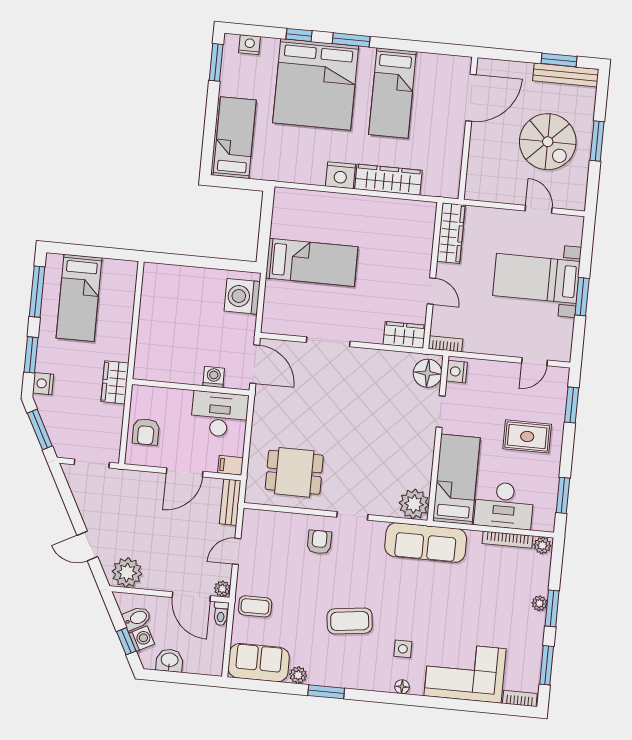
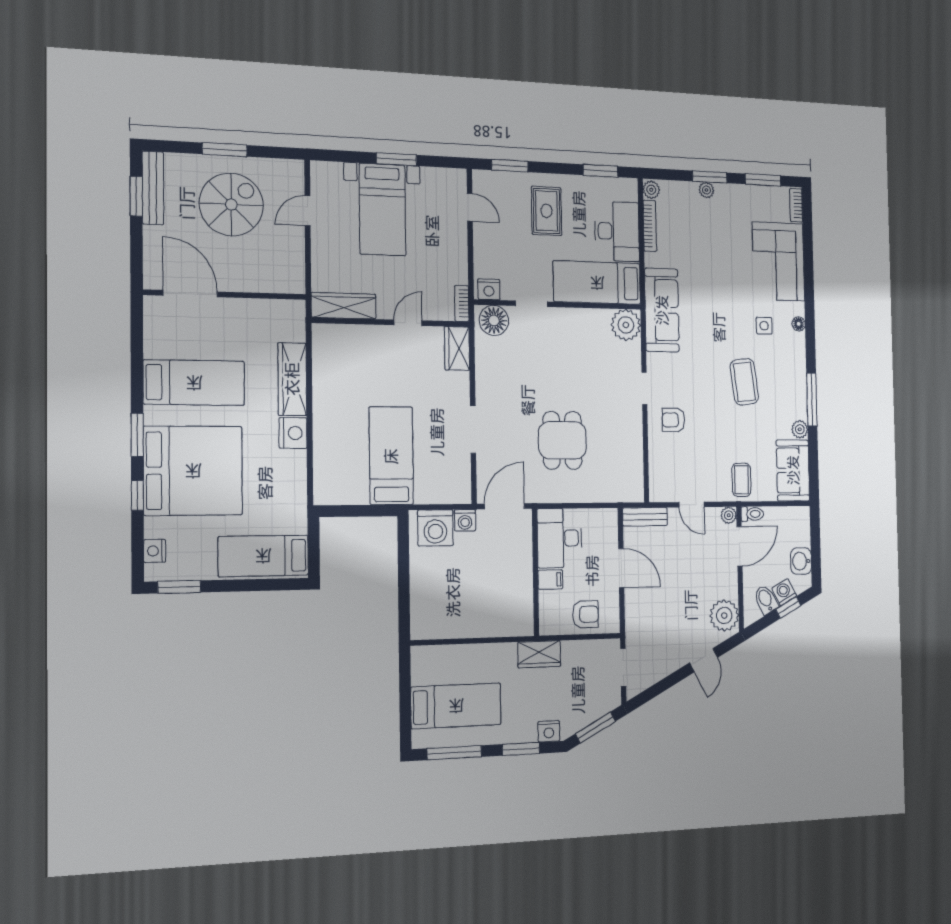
washing machine: (214, 377) -> (465, 520), moved, turned -90
filing cabinet: (230, 465) -> (550, 579), moved, turned -90
dining table: (294, 472) -> (562, 440), moved
window: (326, 692) -> (812, 400), width x1.44

